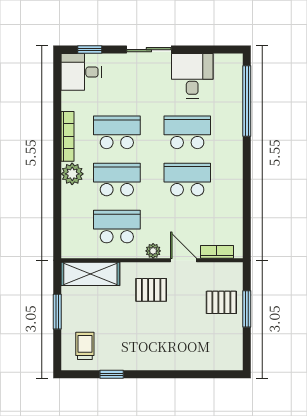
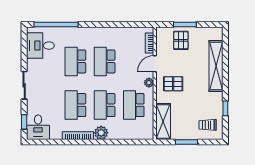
desk: (192, 76) -> (40, 46), moved
pallet: (151, 290) -> (173, 84), turned 90
shelving: (180, 359) -> (216, 66), added

